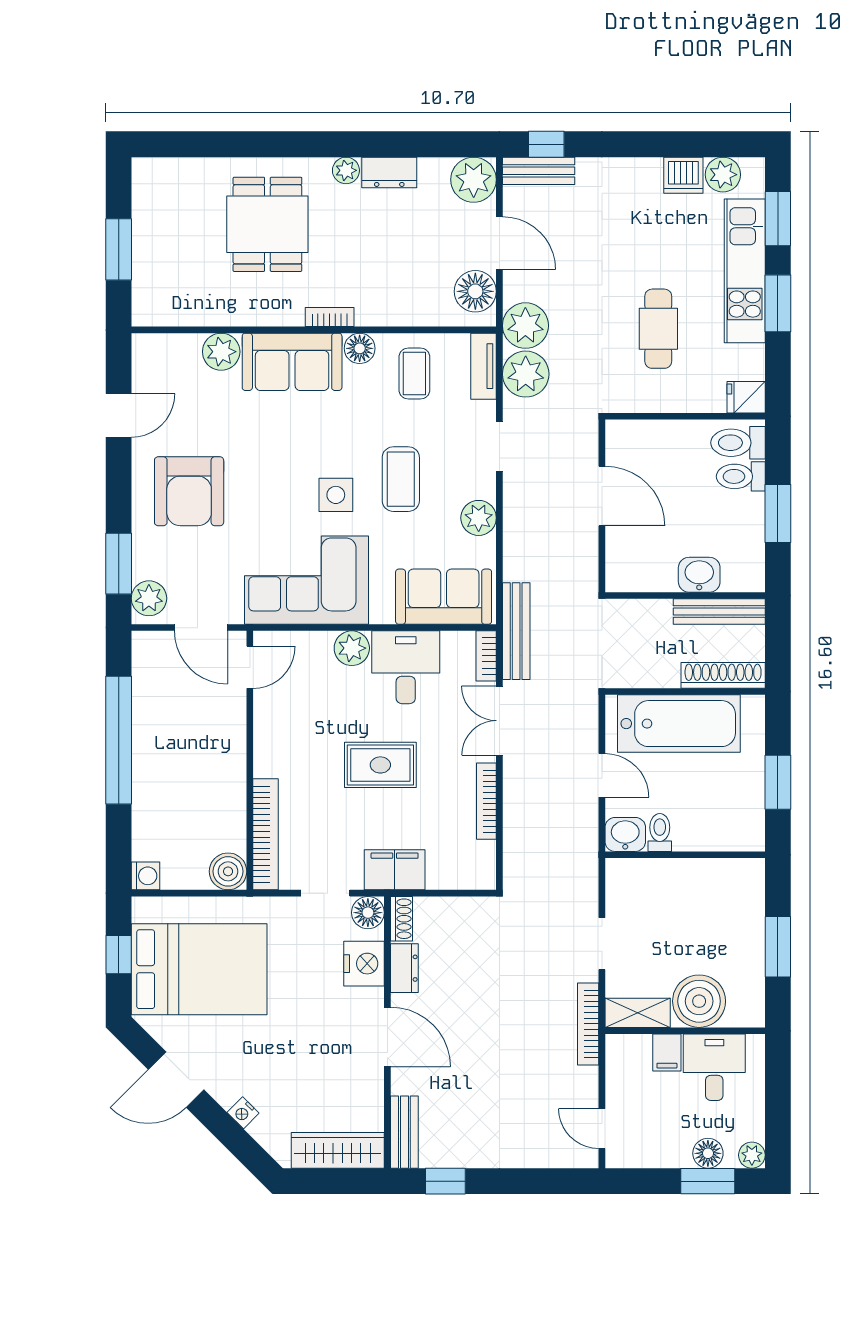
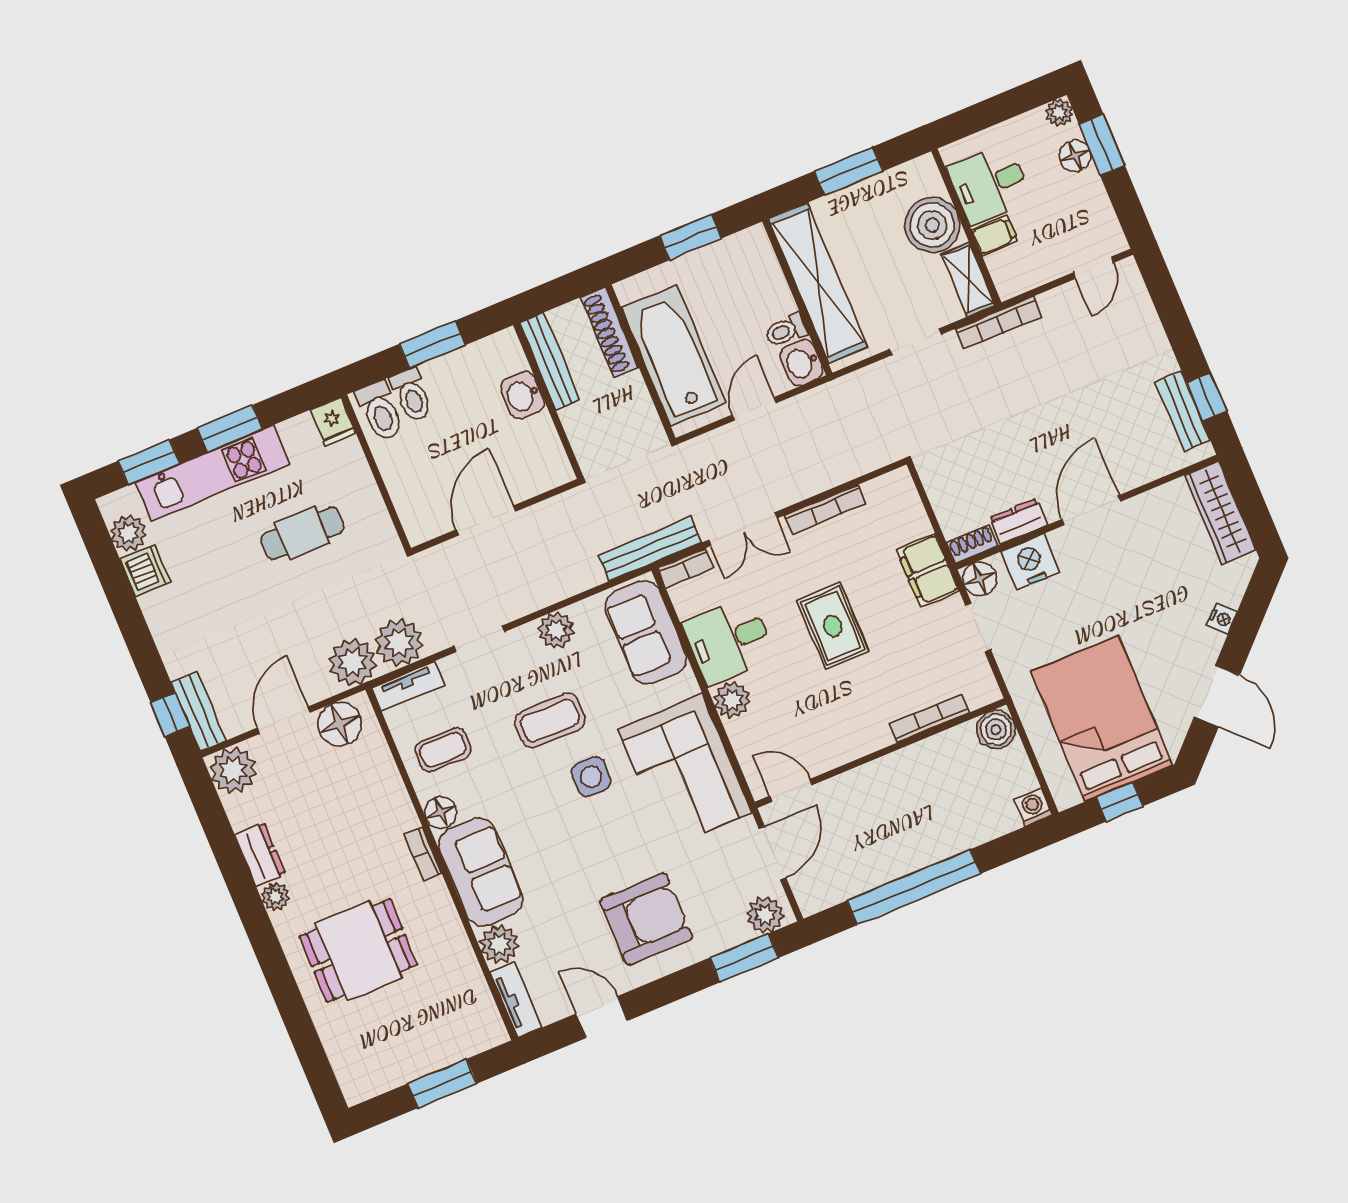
tv unit: (166, 346) -> (516, 1000), added
bookcase: (266, 834) -> (929, 718), width x0.68, depth x0.76
shelving: (690, 878) -> (818, 283), added
bench: (404, 1132) -> (1183, 411), moved, turned 90

